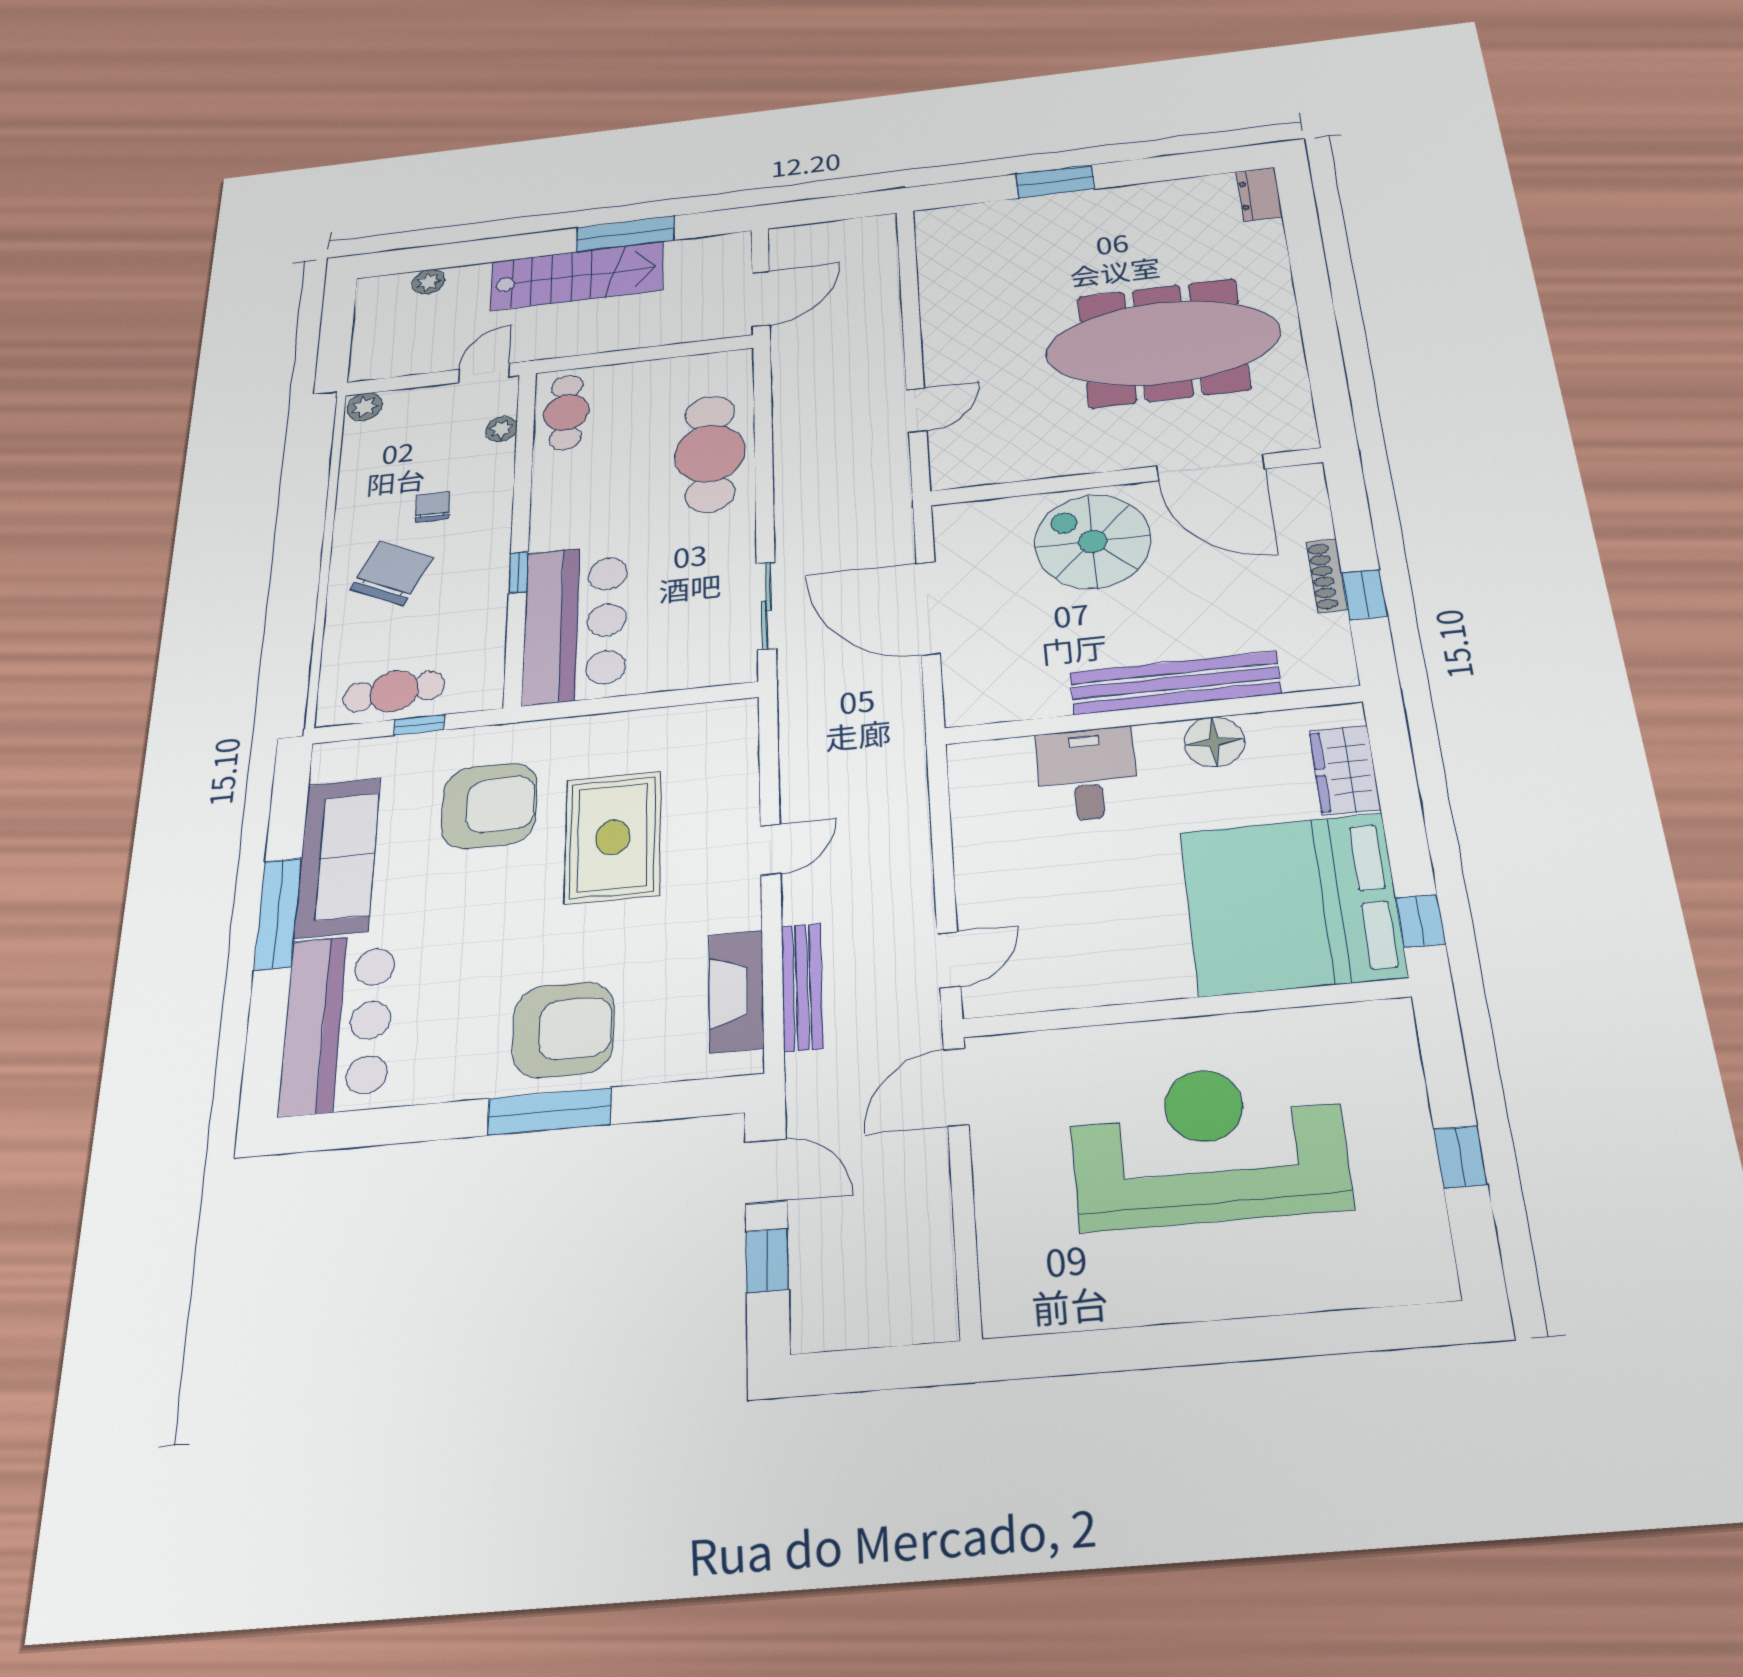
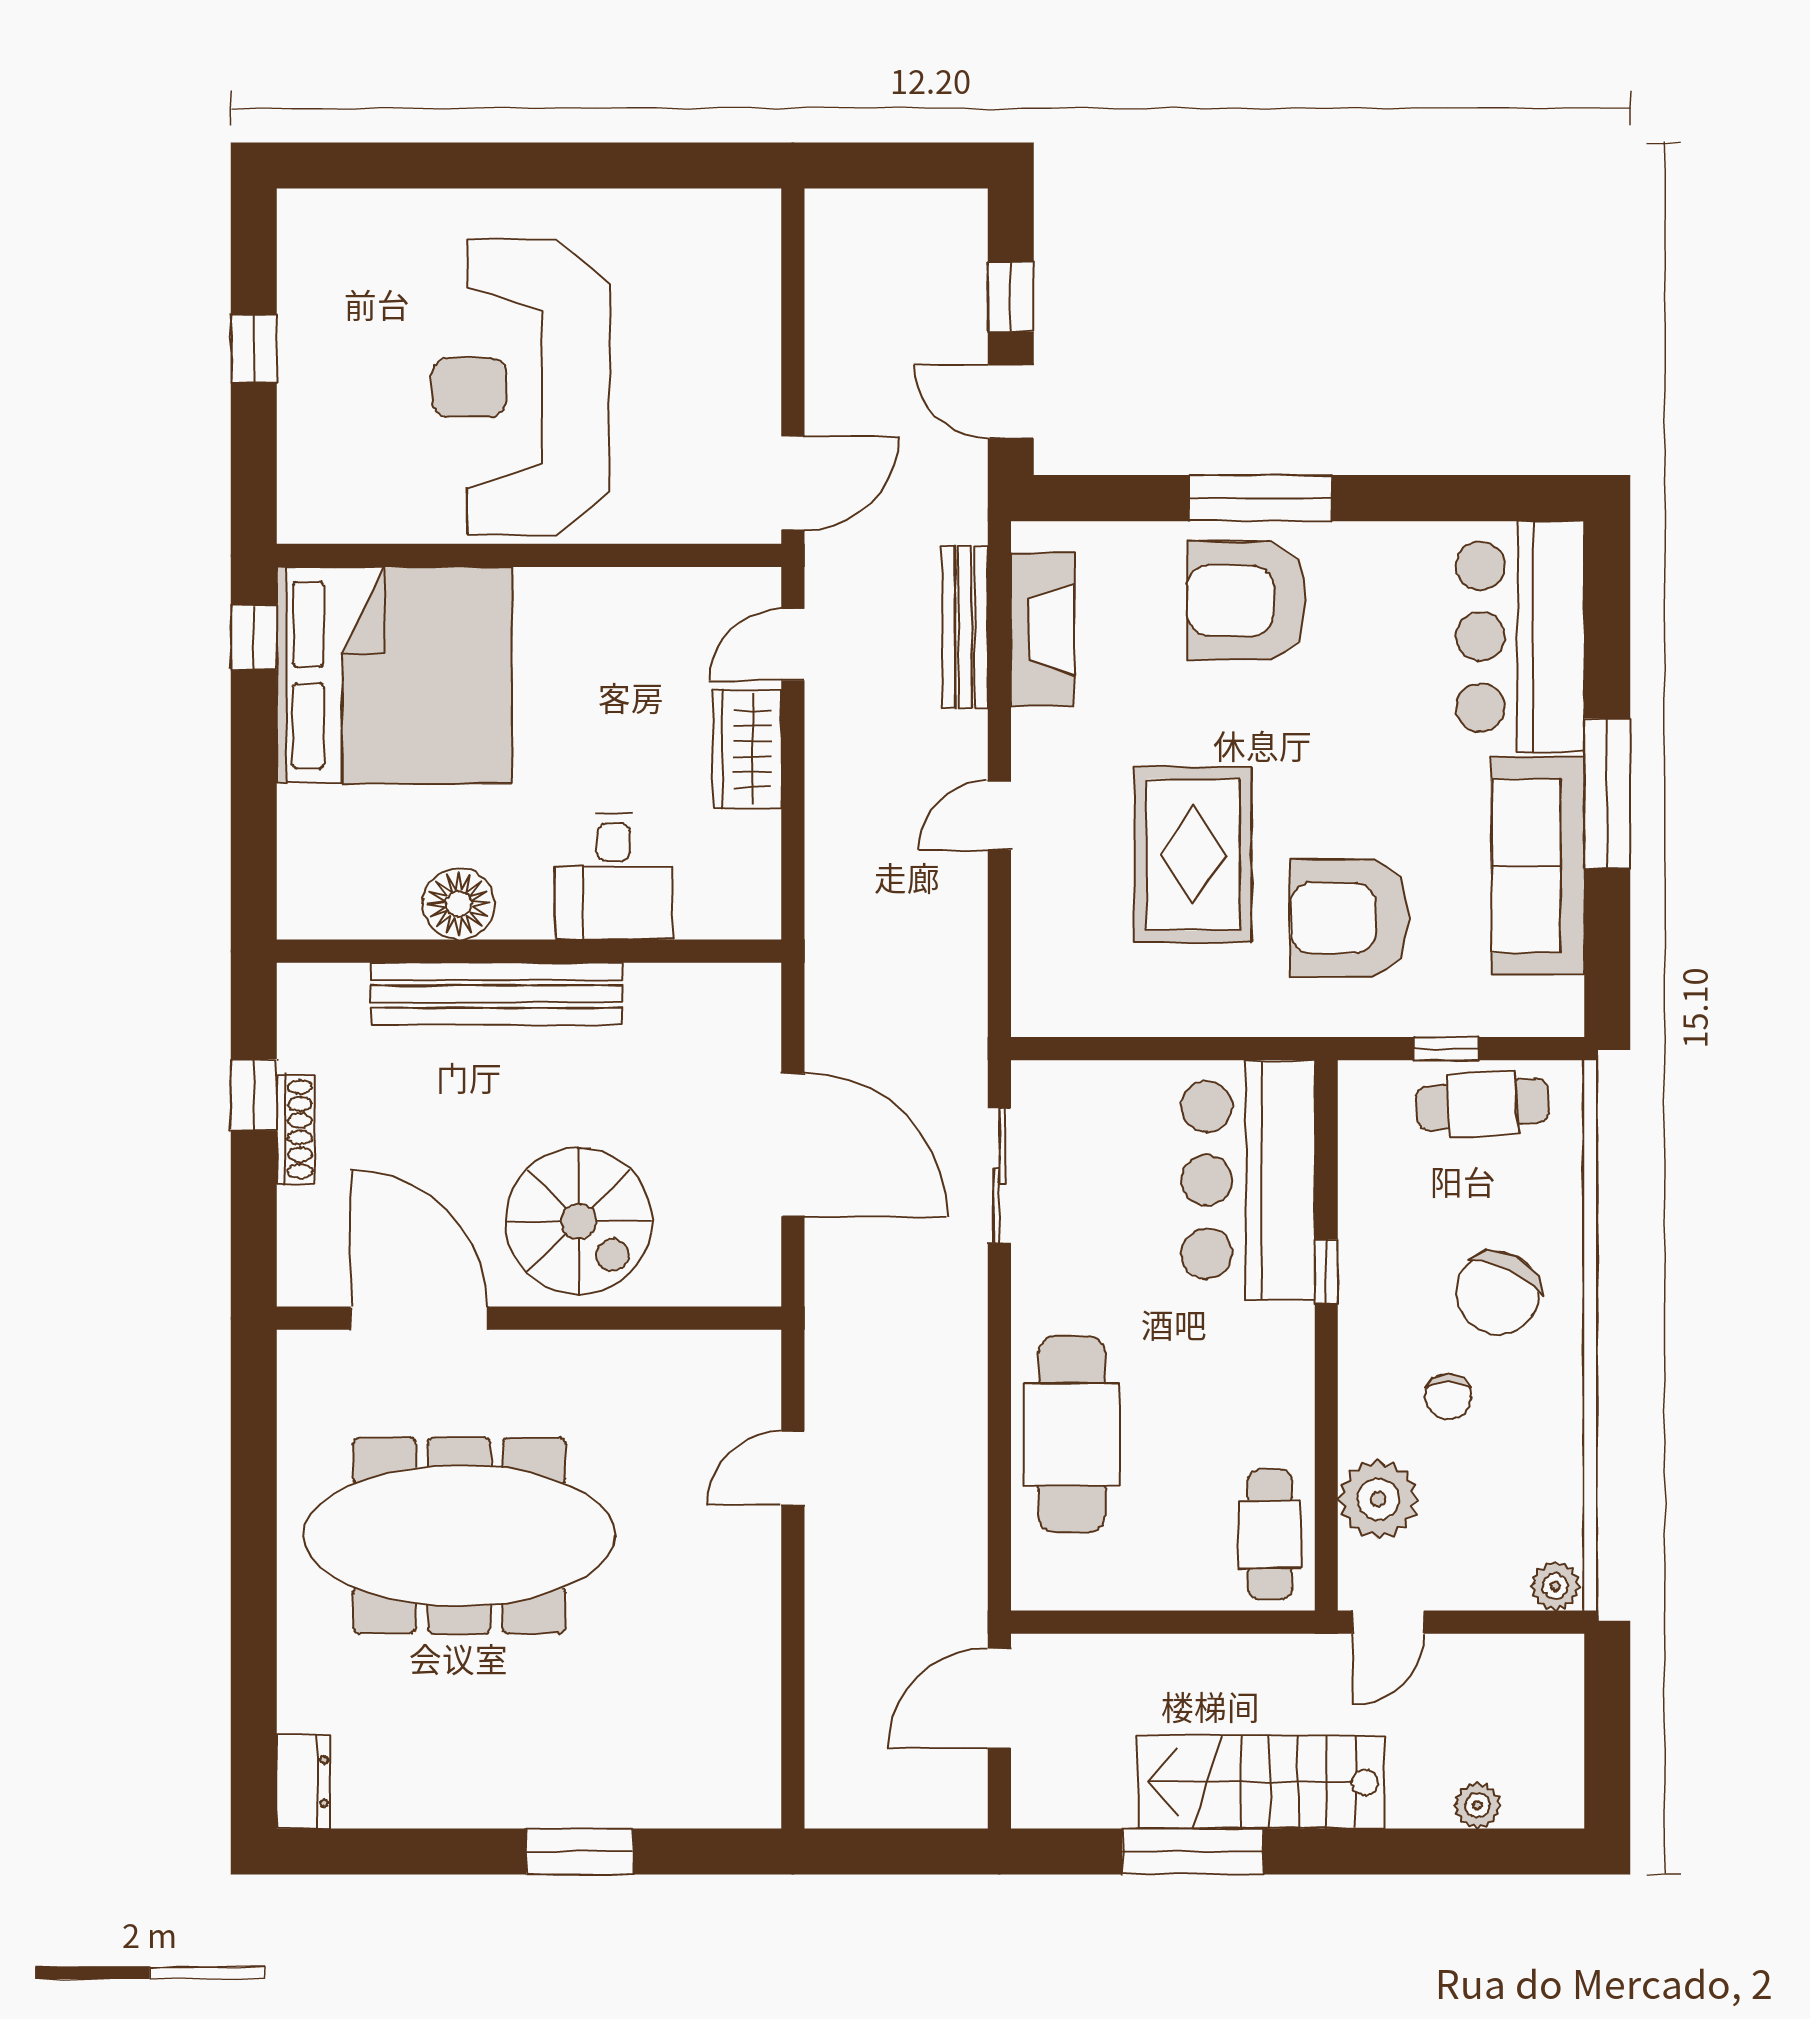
plant: (501, 429) -> (1378, 1499), width x1.88, depth x1.88
wardrobe: (1345, 770) -> (747, 749), moved, turned 180
reception desk: (1208, 1145) -> (521, 387), turned 90

